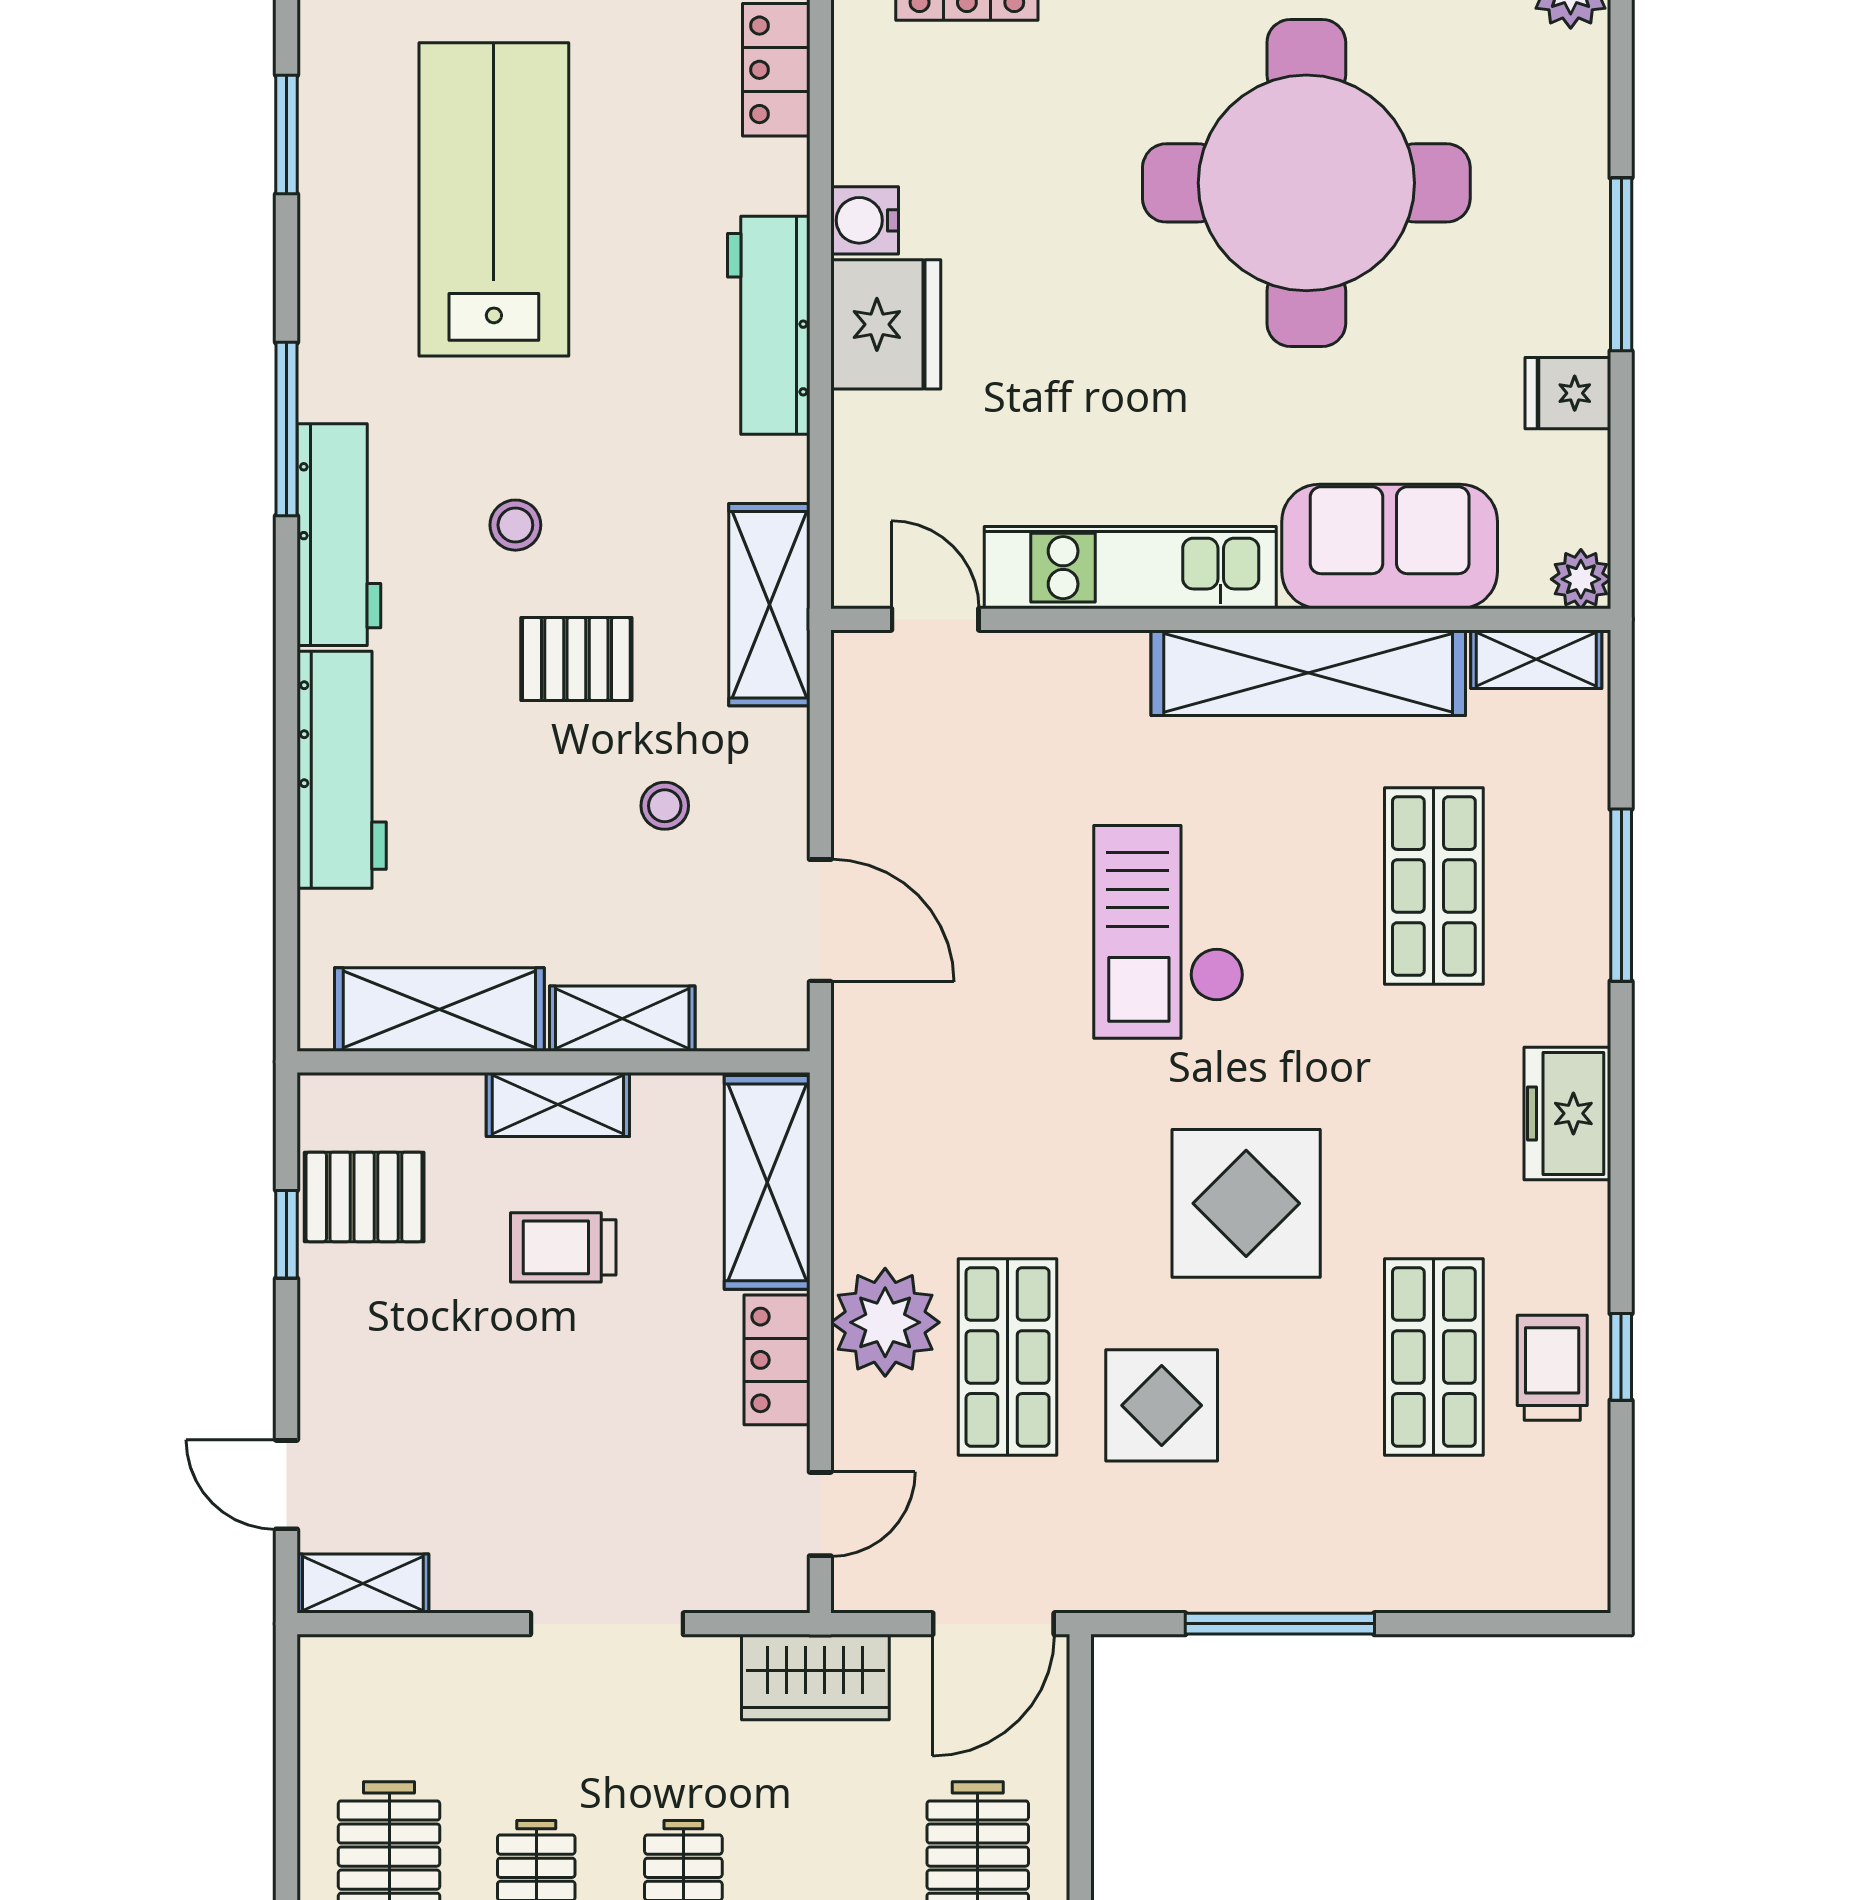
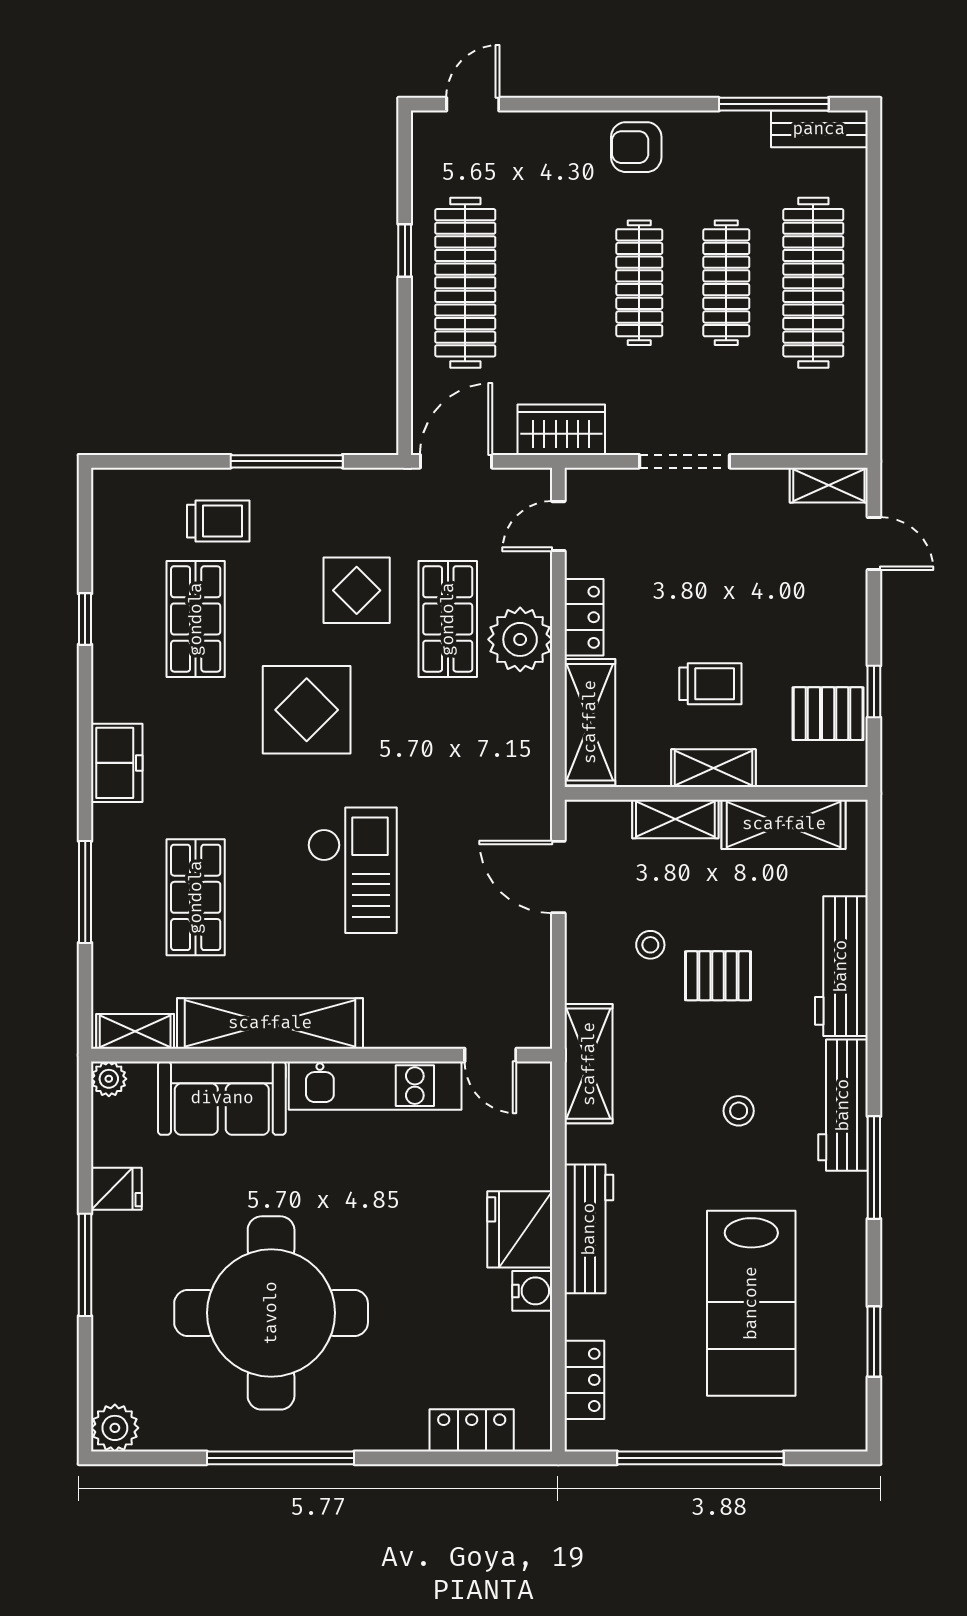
pallet: (576, 659) -> (718, 976), moved
trolley: (1552, 1368) -> (218, 521), moved, turned -90

